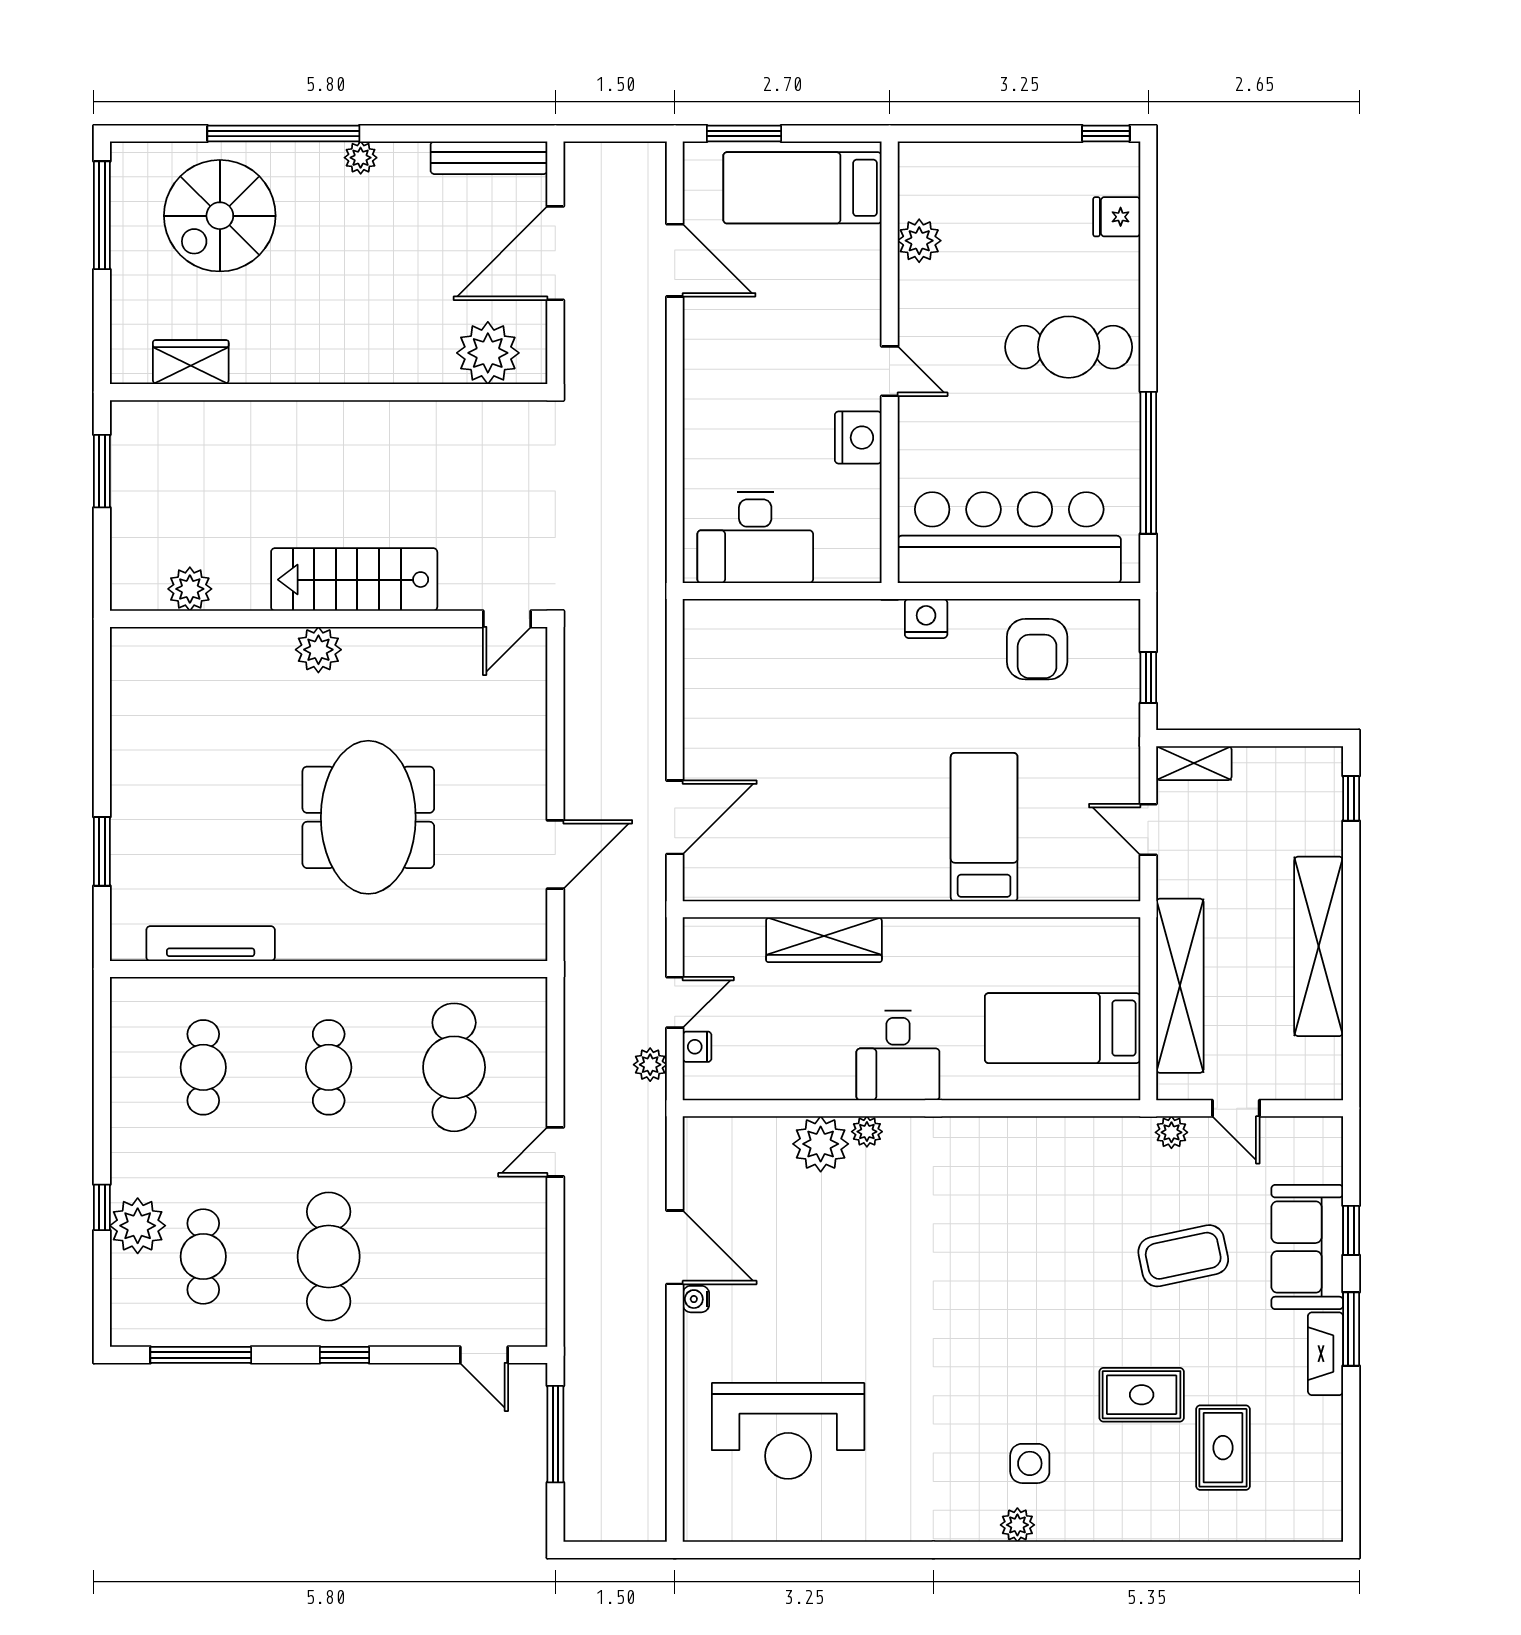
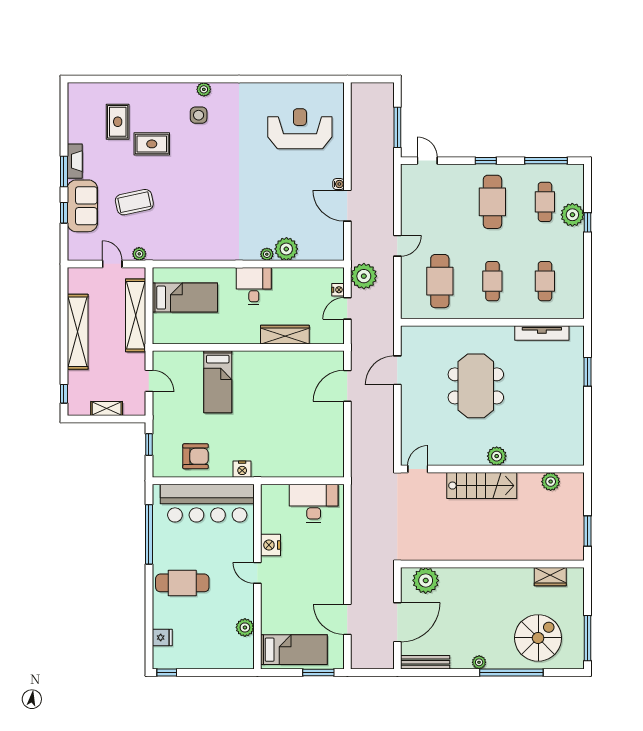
armchair: (1037, 649) -> (196, 456), turned 90
shelving: (1194, 763) -> (107, 409), moved
plant: (650, 1065) -> (364, 276), width x1.87, depth x1.87

